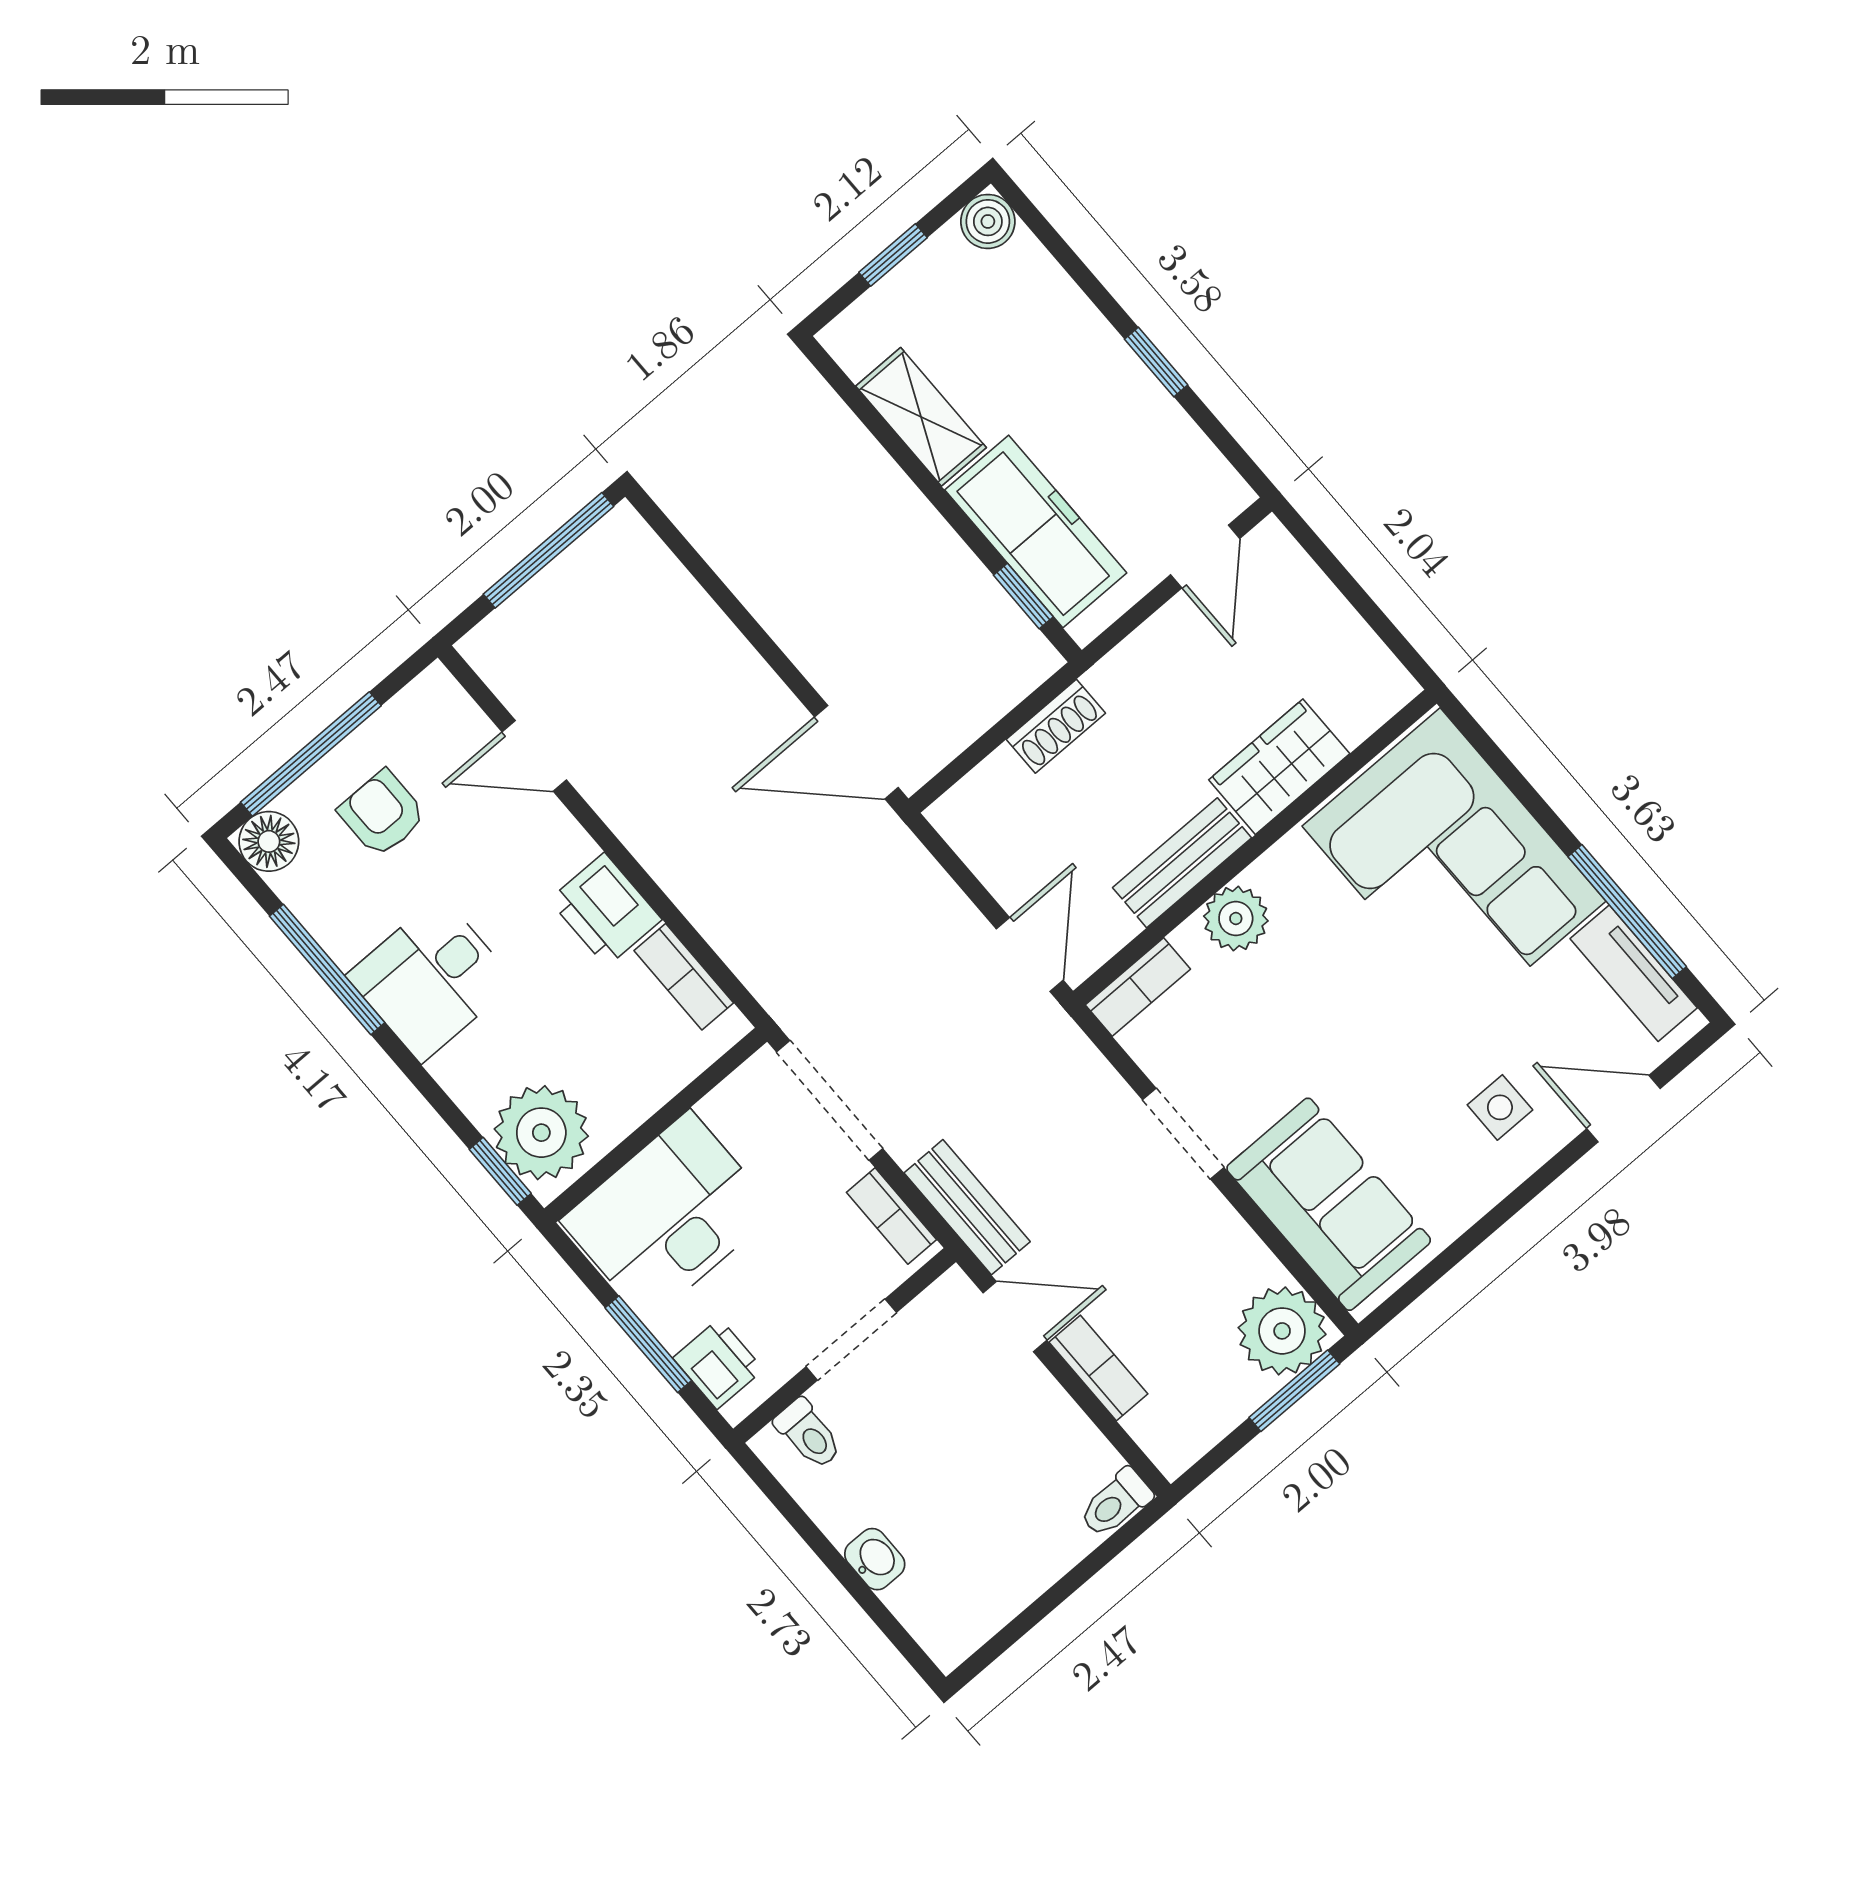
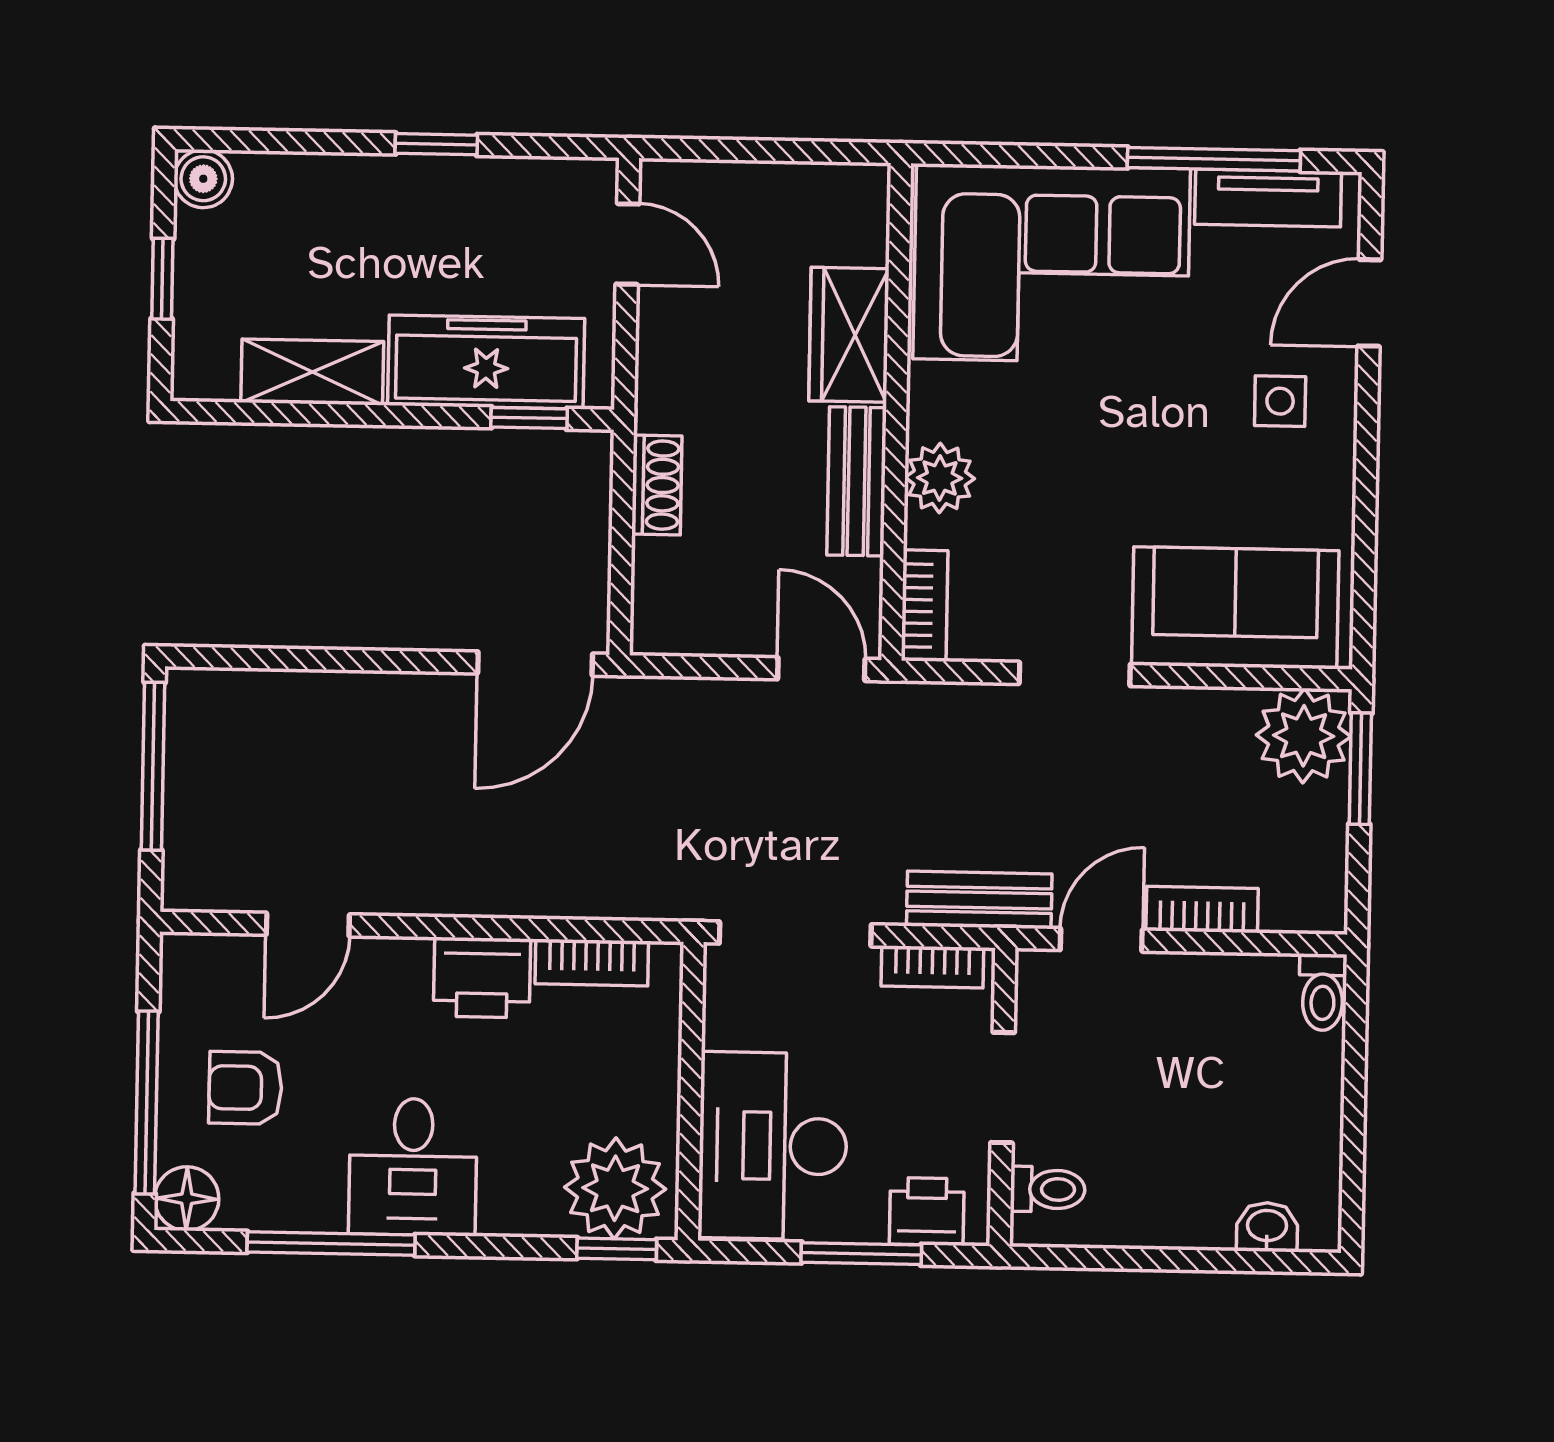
washbasin: (875, 1559) -> (1267, 1227), moved

